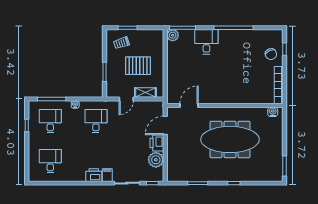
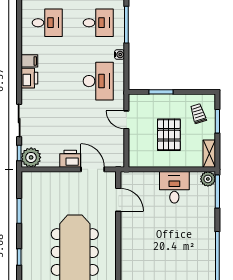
desk: (206, 42) -> (174, 187), moved, turned -90
shelving: (145, 93) -> (209, 154), moved
desk: (96, 121) -> (98, 81), width x1.37
plant: (156, 160) -> (31, 157), moved
filing cabinet: (107, 175) -> (29, 61), moved

